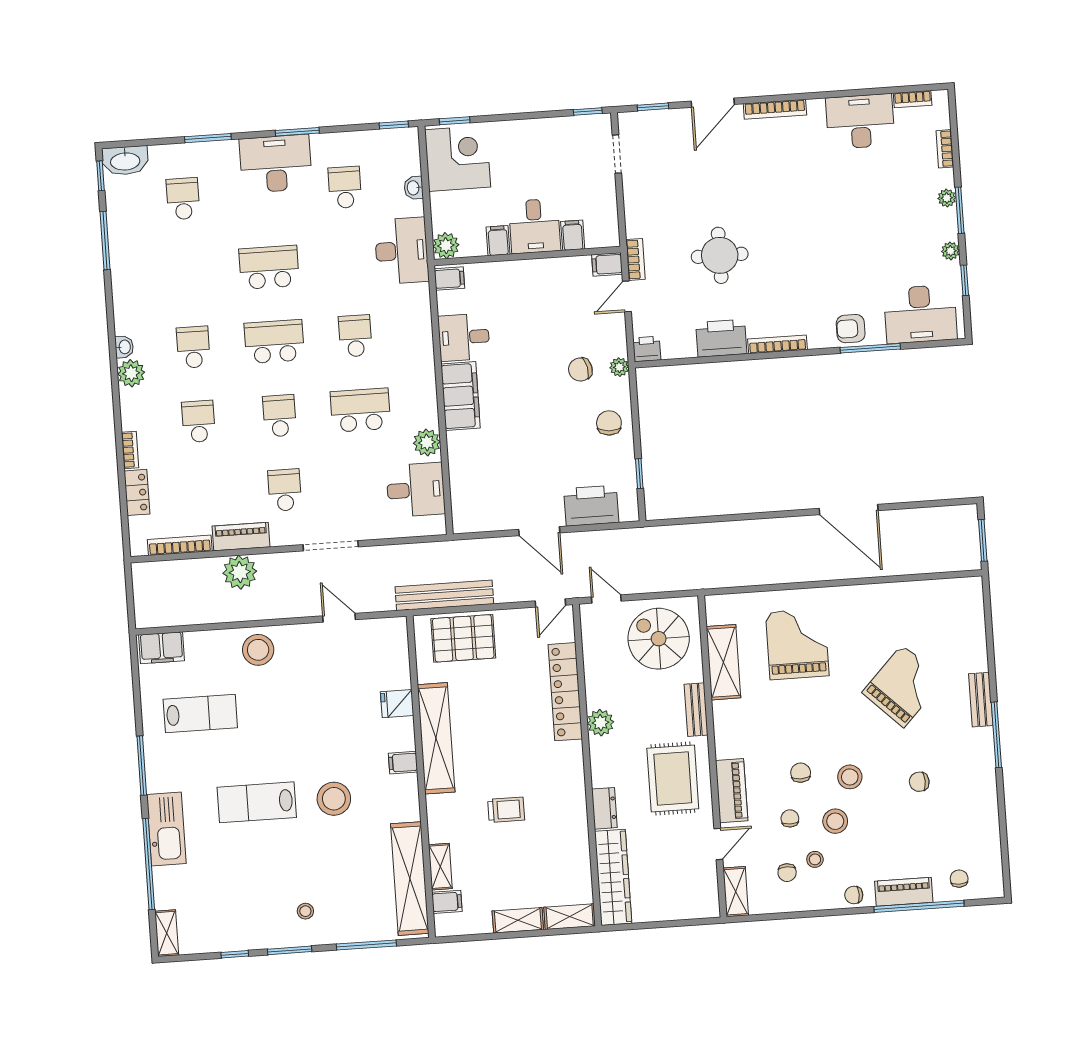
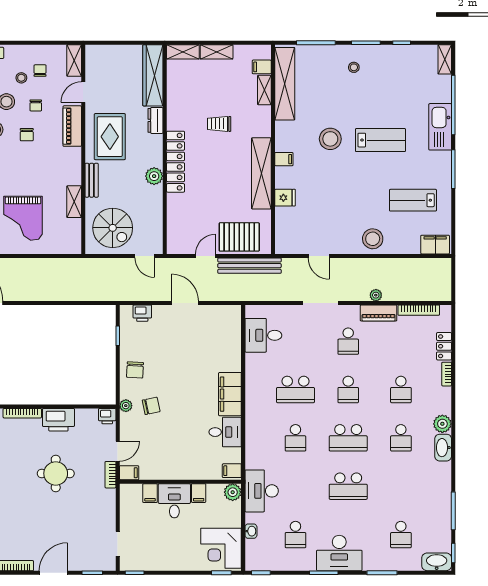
washbasin: (124, 347) -> (443, 448), width x1.91, depth x1.45
plant: (427, 442) -> (254, 365), removed
printer: (591, 506) -> (142, 313), width x0.53, depth x0.68
plant: (240, 572) -> (376, 295), width x0.53, depth x0.53
door: (550, 603) -> (206, 256), moved
shelving: (723, 662) -> (74, 202), width x0.67, depth x0.75
locker: (565, 692) -> (176, 162), moved

